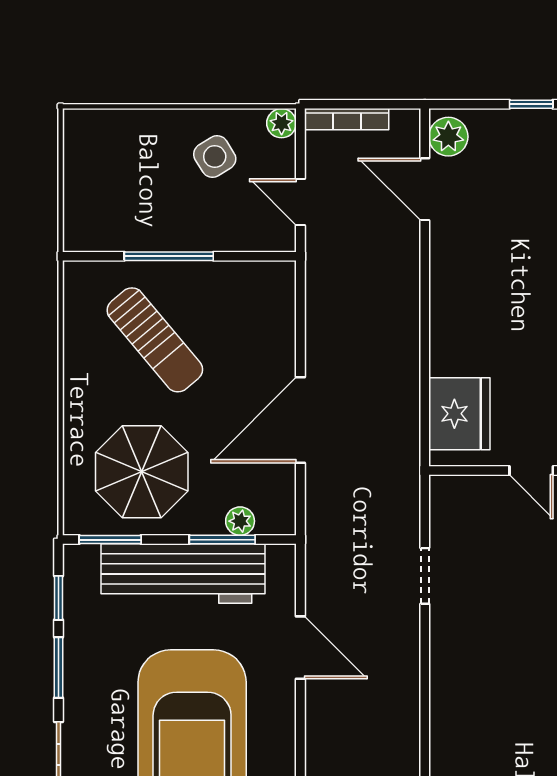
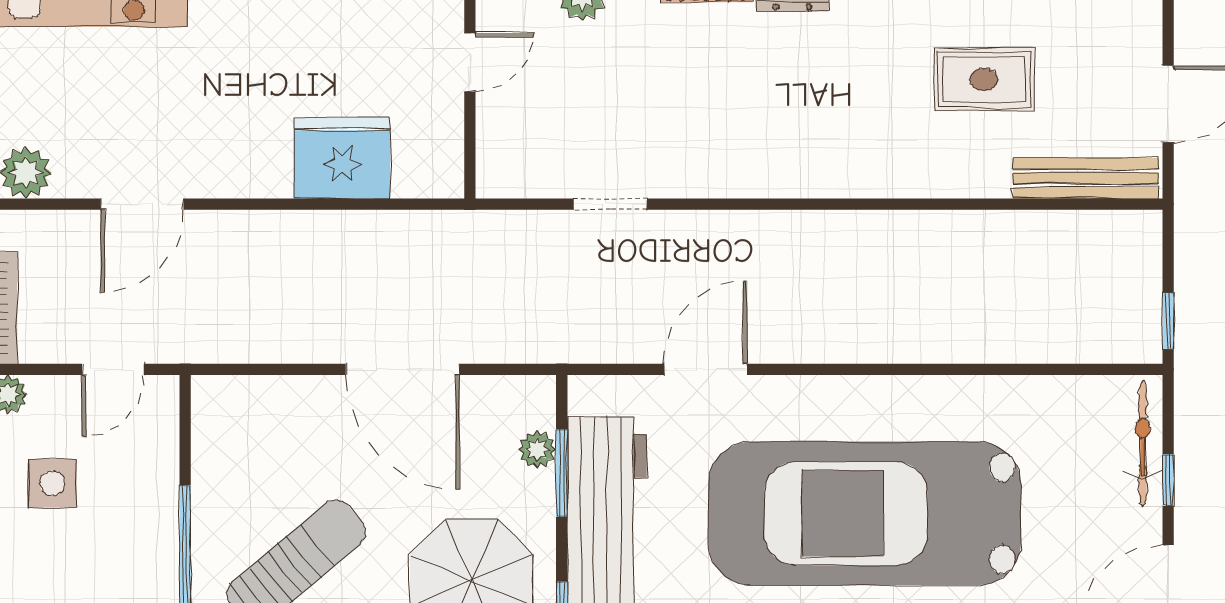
side table: (215, 157) -> (52, 483), turned 32
door: (425, 189) -> (142, 204), moved
fridge: (459, 414) -> (342, 158), moved

